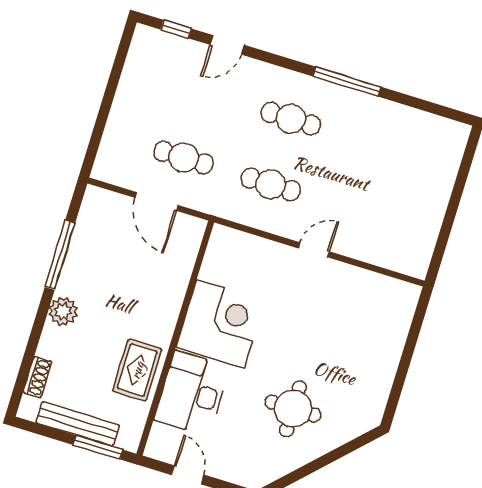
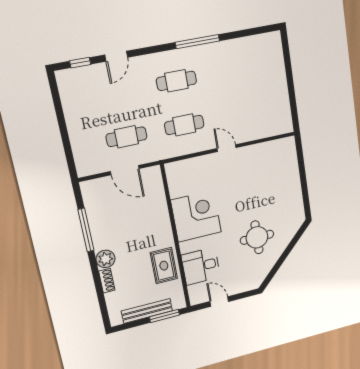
door: (314, 250) -> (227, 148), hinge flipped
shoe rack: (37, 377) -> (107, 281), moved
desk: (192, 393) -> (201, 266), width x0.73

